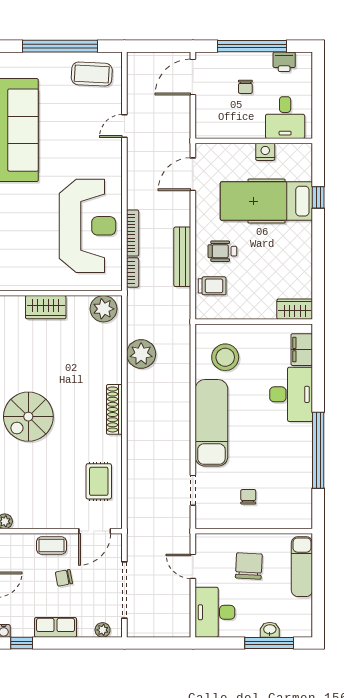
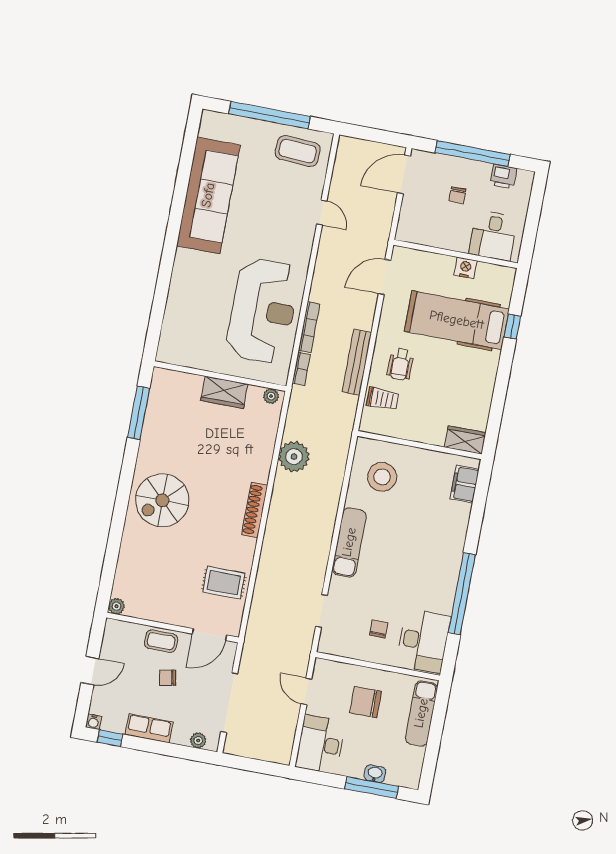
door: (124, 126) -> (322, 212), swing flipped
wheelchair: (222, 251) -> (400, 364), turned -90
wardrobe: (46, 307) -> (224, 392), moved
plant: (103, 309) -> (271, 396), width x0.53, depth x0.53
desk: (291, 394) -> (423, 641), moved
exam couch: (211, 423) -> (349, 542), width x0.73, depth x0.69
rug: (99, 481) -> (224, 583), turned 90
chair: (249, 566) -> (365, 702), turned -93

